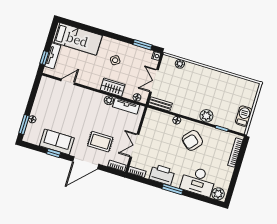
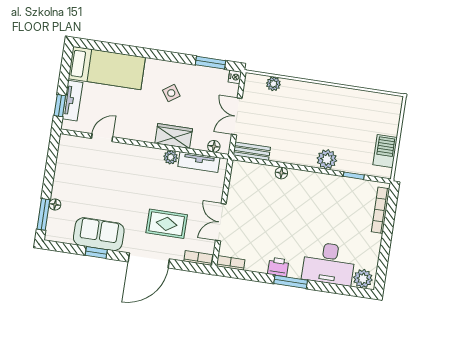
armchair: (192, 140) -> (311, 201), removed
printer: (162, 175) -> (278, 267), width x0.53, depth x0.68

